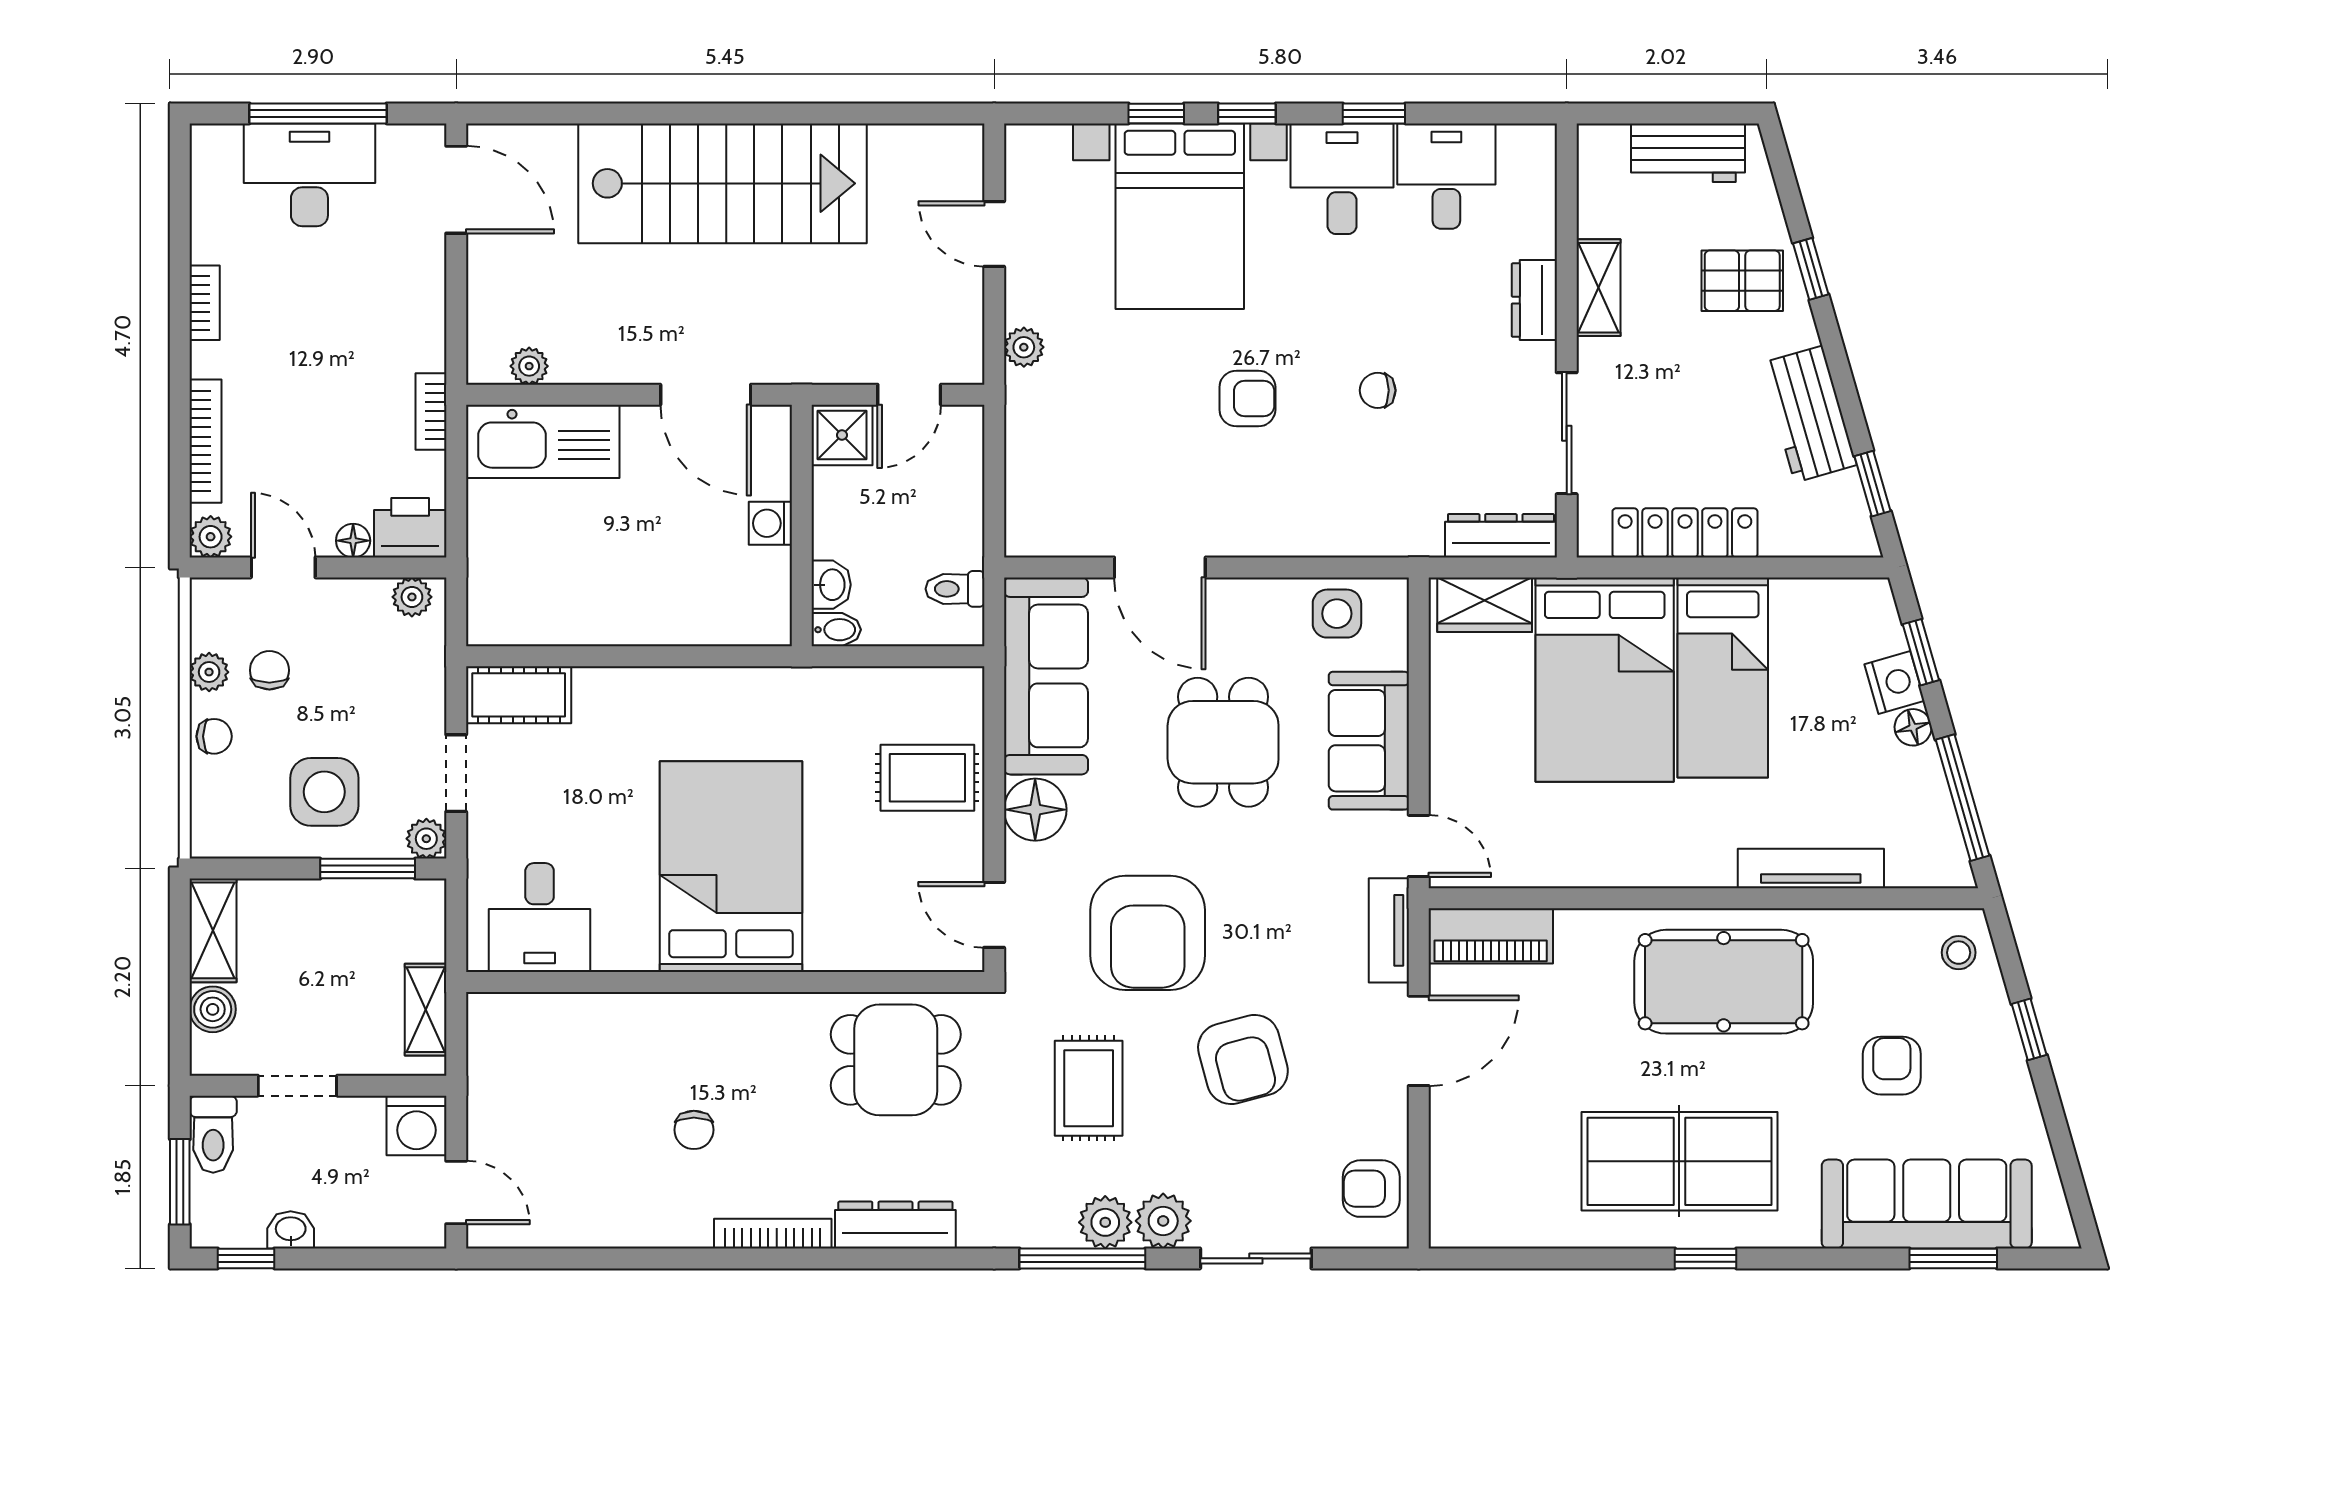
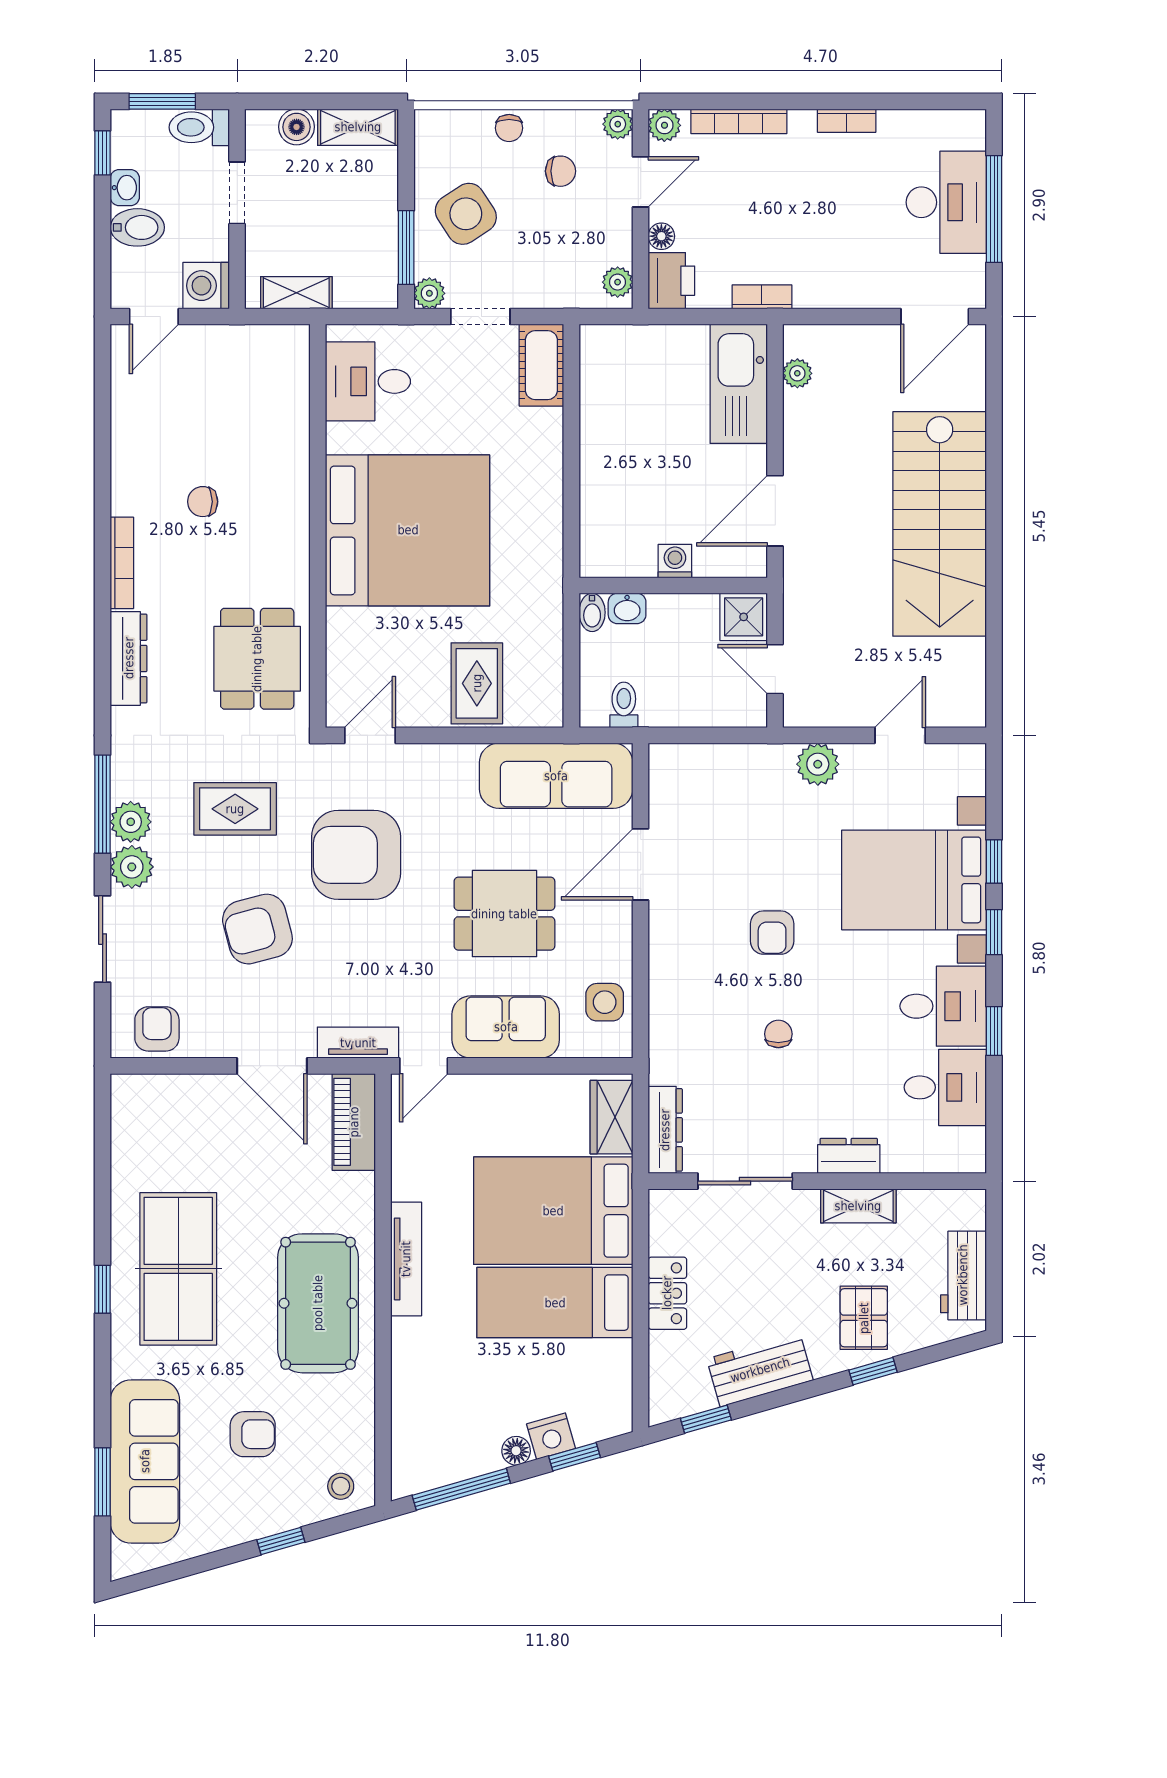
plant: (1024, 347) -> (818, 764), width x1.38, depth x1.38
locker: (1685, 533) -> (667, 1293), width x0.66
plant: (209, 672) -> (618, 124), moved
side table: (324, 792) -> (466, 214), turned -33
floor lamp: (1035, 810) -> (452, 767), removed
bed: (731, 867) -> (408, 530), width x1.36
tv unit: (1811, 869) -> (406, 1259), moved
bidet: (342, 1214) -> (137, 227), added

